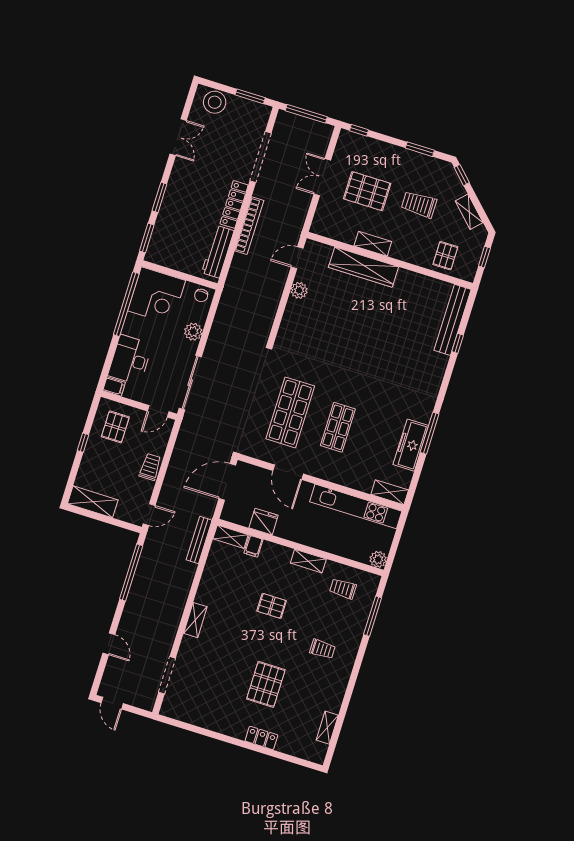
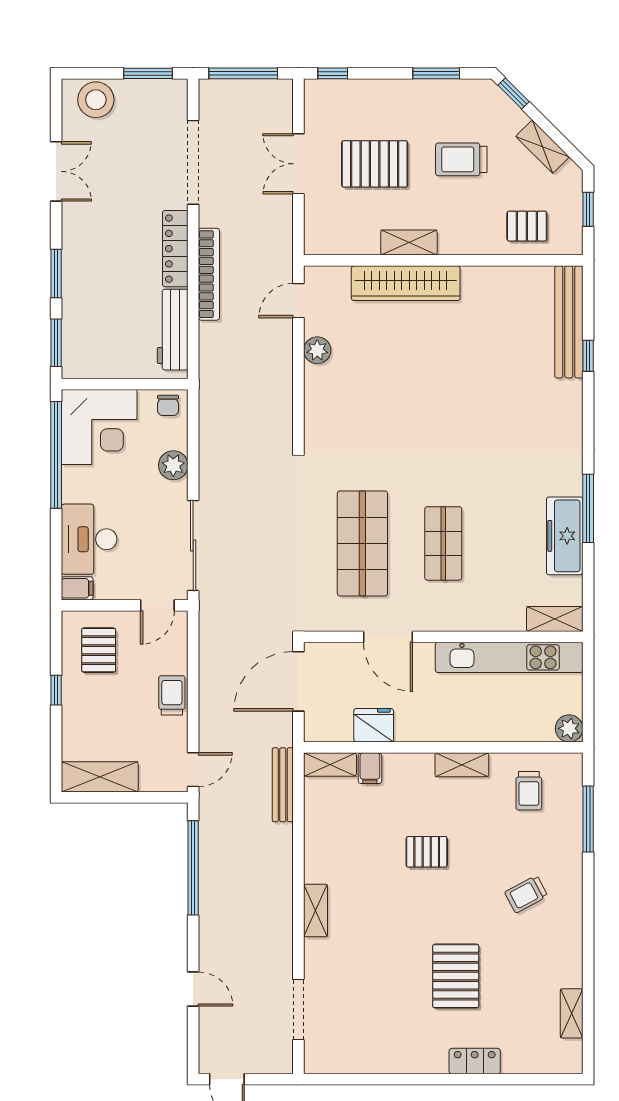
pallet: (445, 256) -> (527, 226), turned 90
trolley: (343, 589) -> (529, 791), turned -90
trolley: (322, 649) -> (526, 894), turned 152

